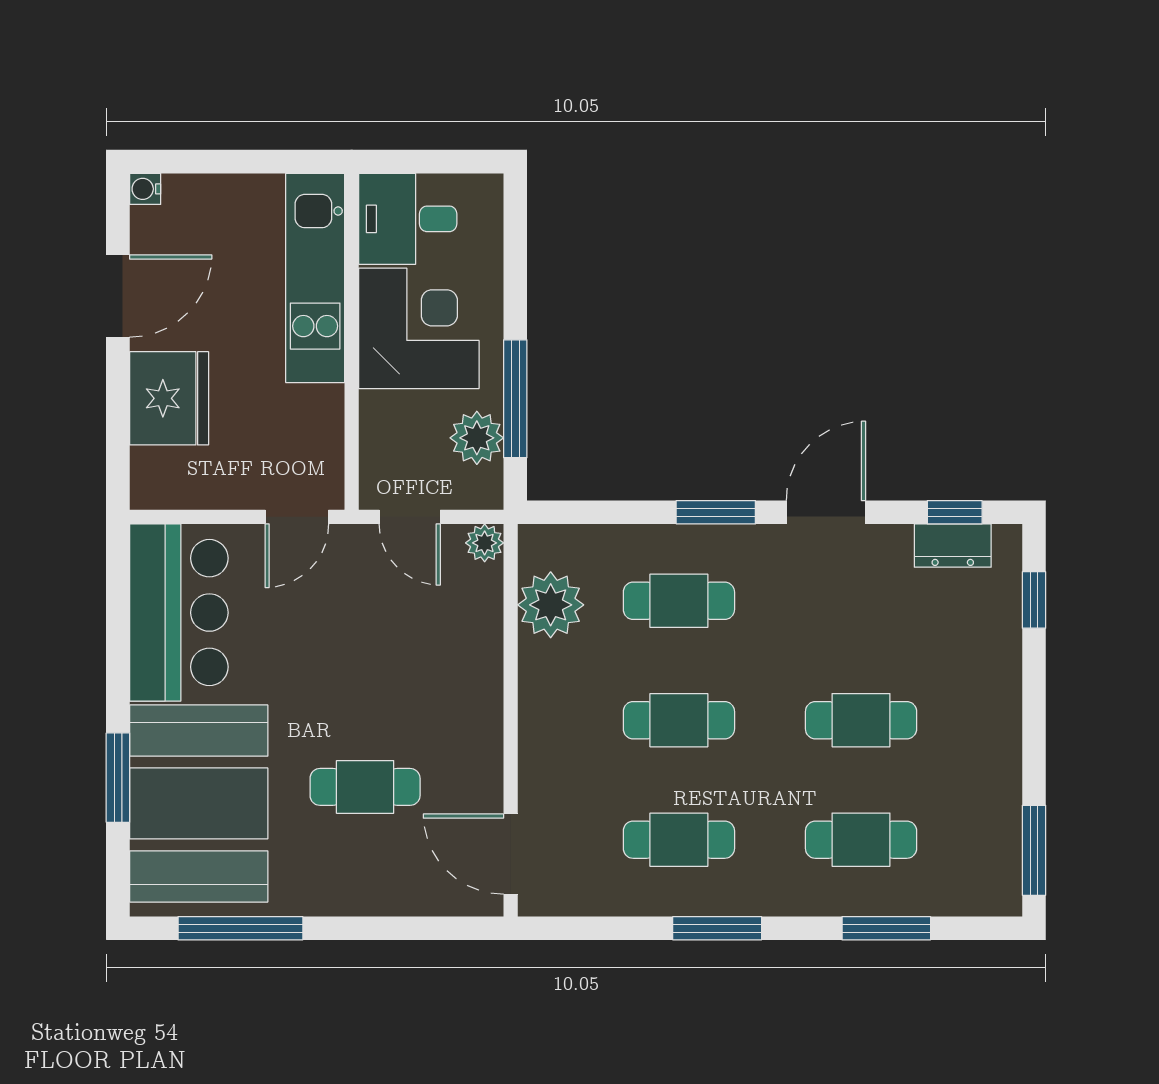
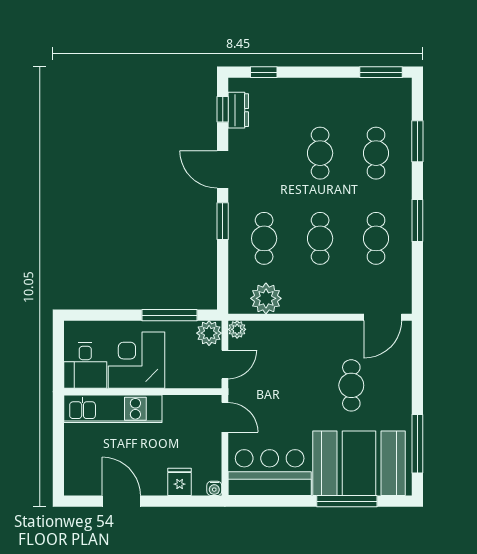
water cooler: (145, 189) -> (214, 488), moved
fridge: (169, 398) -> (180, 482), width x0.53, depth x0.75
plant: (477, 438) -> (209, 333), moved
window: (118, 778) -> (347, 501), width x1.44

